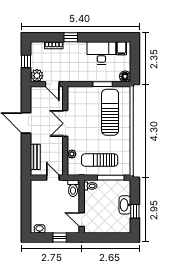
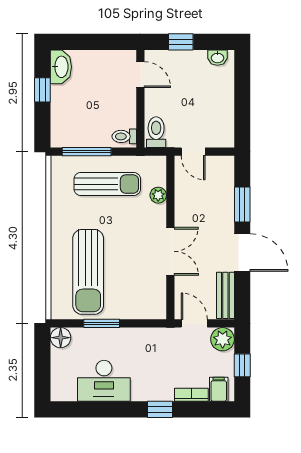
filing cabinet: (121, 48) -> (219, 389), moved
window: (26, 149) -> (242, 204), added
bench: (35, 157) -> (225, 295), moved
washbasin: (125, 205) -> (61, 67), moved

